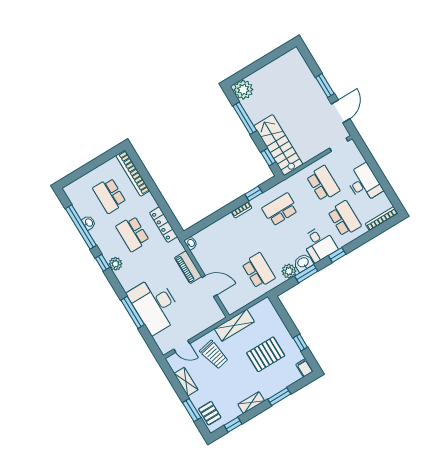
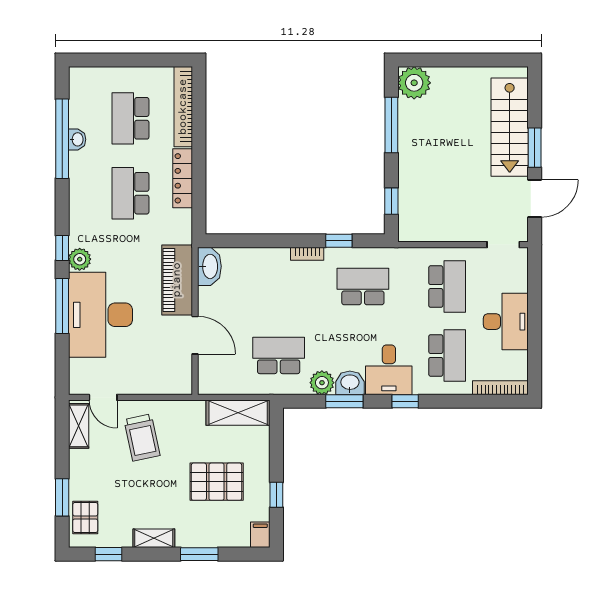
stairs: (278, 145) -> (510, 127), moved, turned 180
locker: (164, 225) -> (183, 178), moved
washbasin: (191, 243) -> (209, 266), width x1.91, depth x1.45
window: (103, 263) -> (62, 248), moved
plant: (115, 264) -> (80, 259), moved
piano: (188, 267) -> (177, 280), width x1.37, depth x1.33
school desk: (258, 271) -> (279, 355), turned -90
shelving: (234, 325) -> (238, 413), moved
shelving: (186, 382) -> (79, 426), moved

